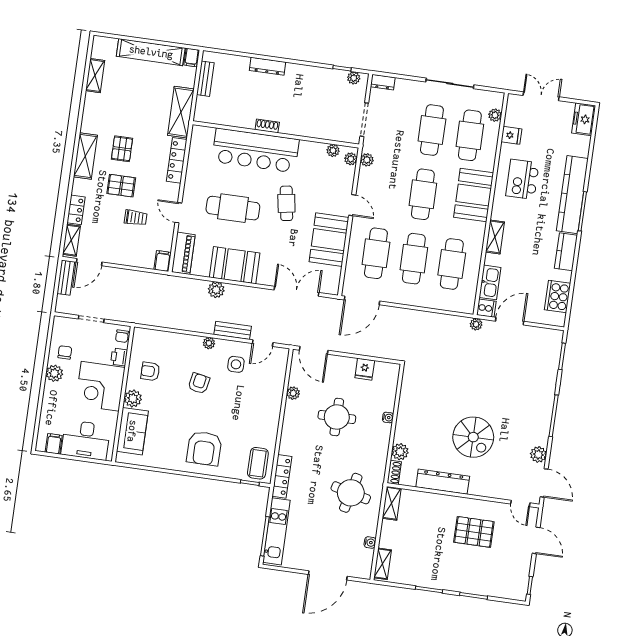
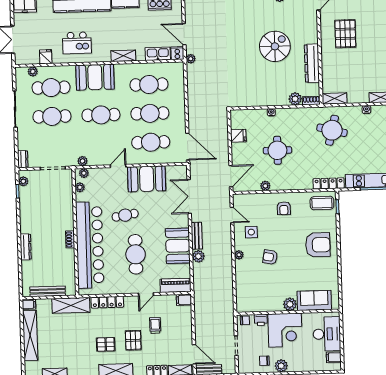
bench: (205, 79) -> (48, 291), width x1.36
bar counter: (255, 150) -> (90, 245), width x1.36
bench: (233, 330) -> (197, 236), moved
armchair: (150, 371) -> (284, 208), moved

